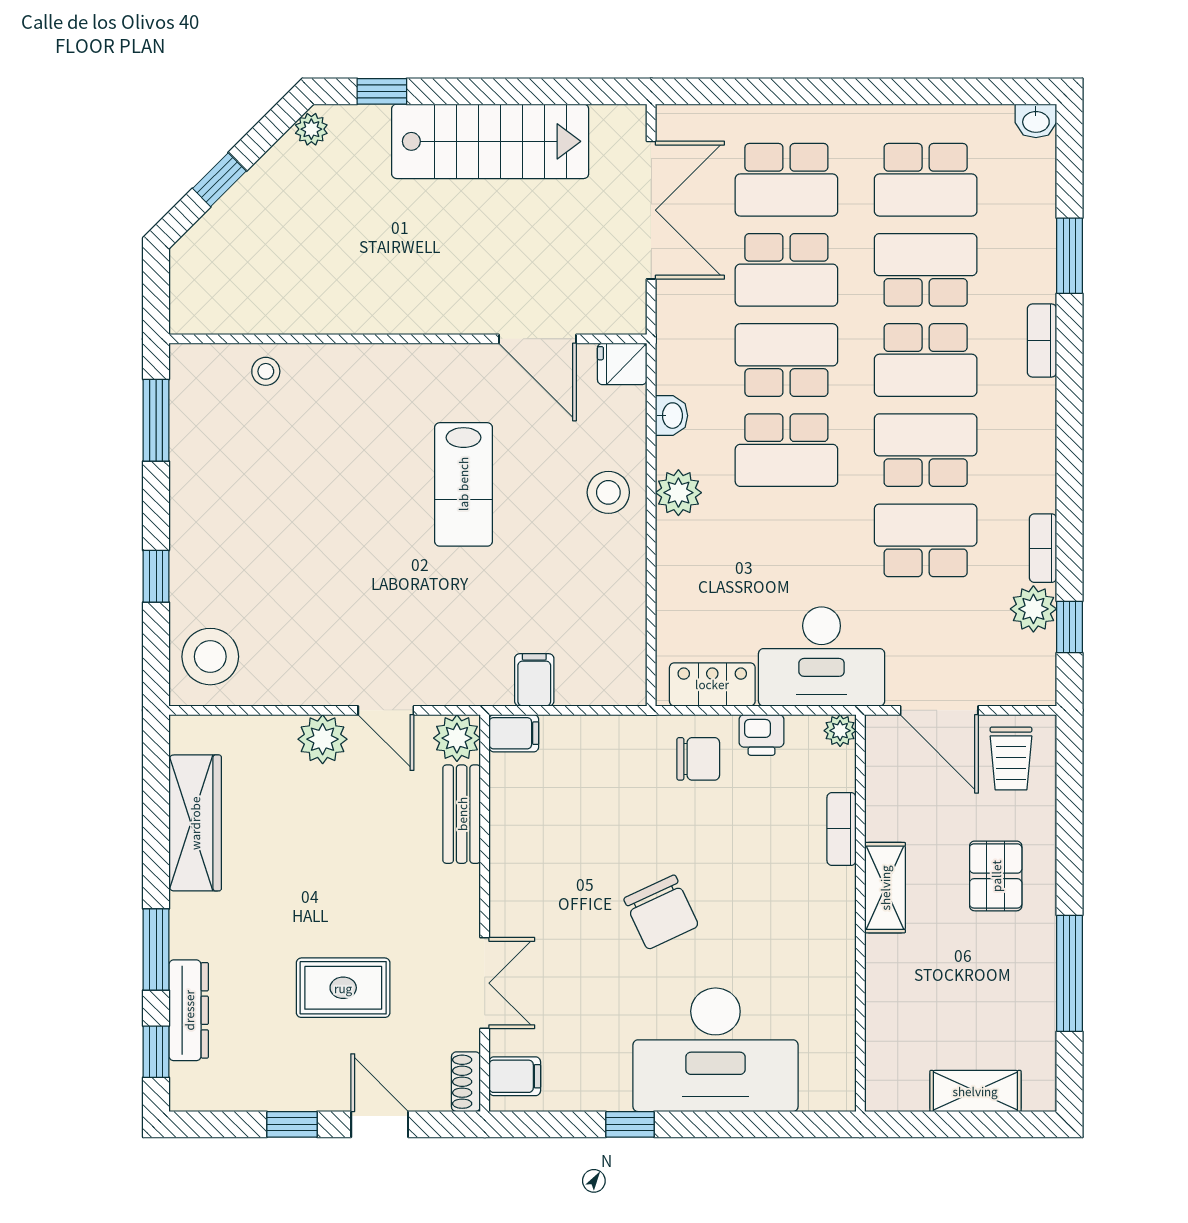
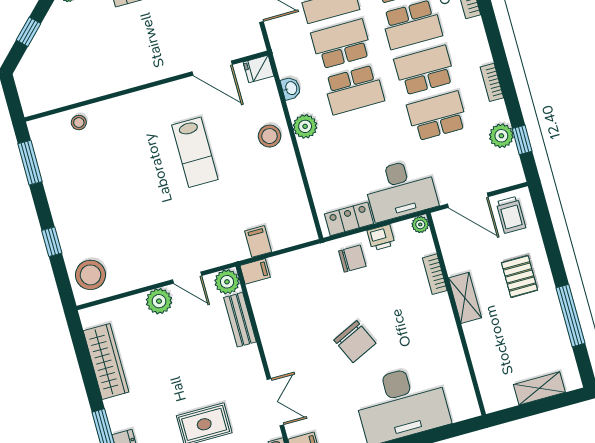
bookcase: (1043, 548) -> (492, 82), moved

